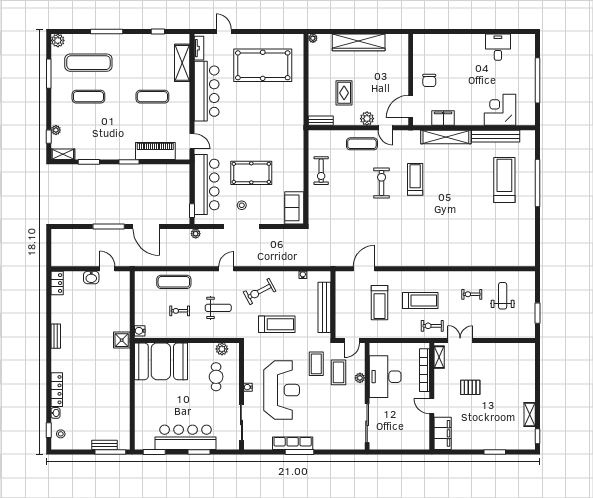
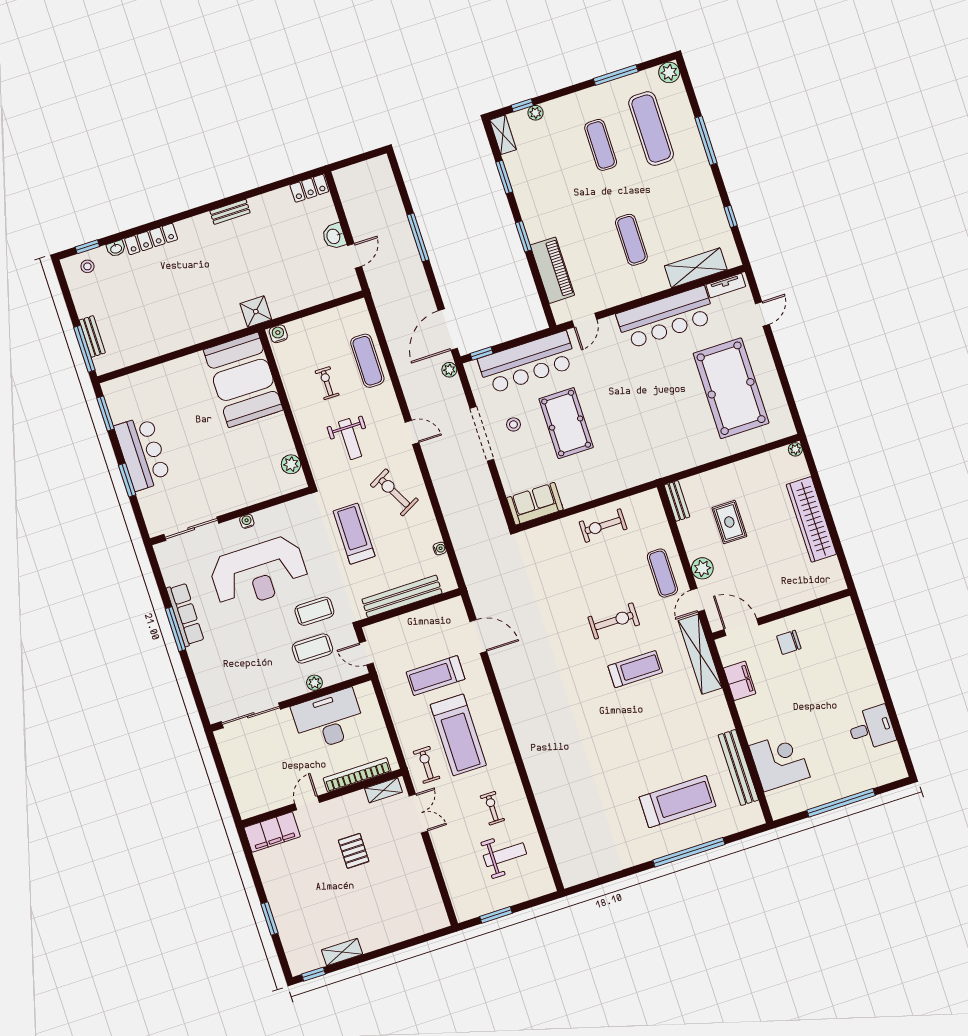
rug: (344, 93) -> (729, 522), turned 90
shelving: (446, 137) -> (700, 654), moved
door: (146, 226) -> (448, 329), moved
treadmill: (420, 300) -> (458, 735), width x1.37, depth x1.38
treadmill: (277, 324) -> (354, 534), turned 180
cafe table: (216, 377) -> (247, 469), removed
bar counter: (186, 437) -> (142, 453), width x0.73

